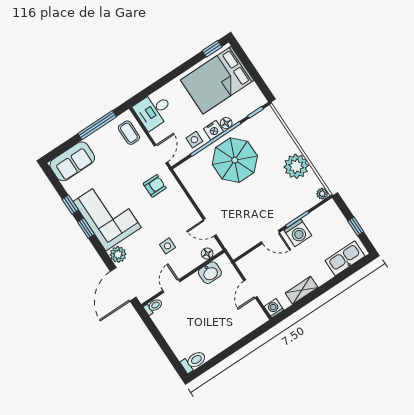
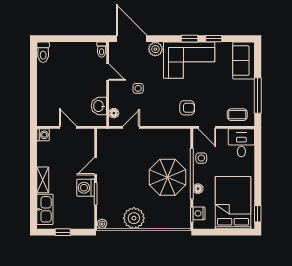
nightstand: (213, 130) -> (199, 213), moved
armchair: (155, 186) -> (187, 108), turned -90
shelving: (302, 290) -> (43, 180), moved

